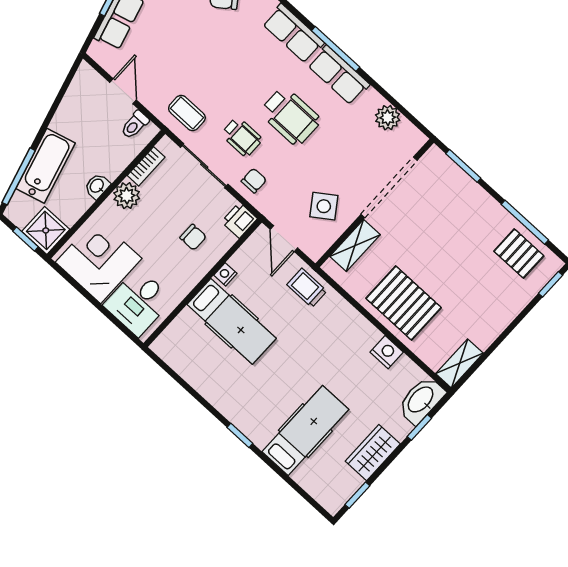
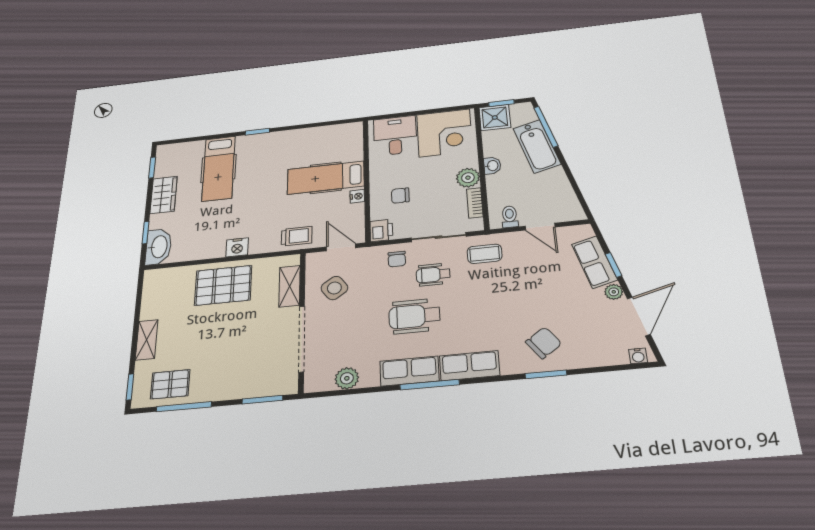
nightstand: (387, 352) -> (237, 247), moved
shelving: (460, 363) -> (147, 340), moved

